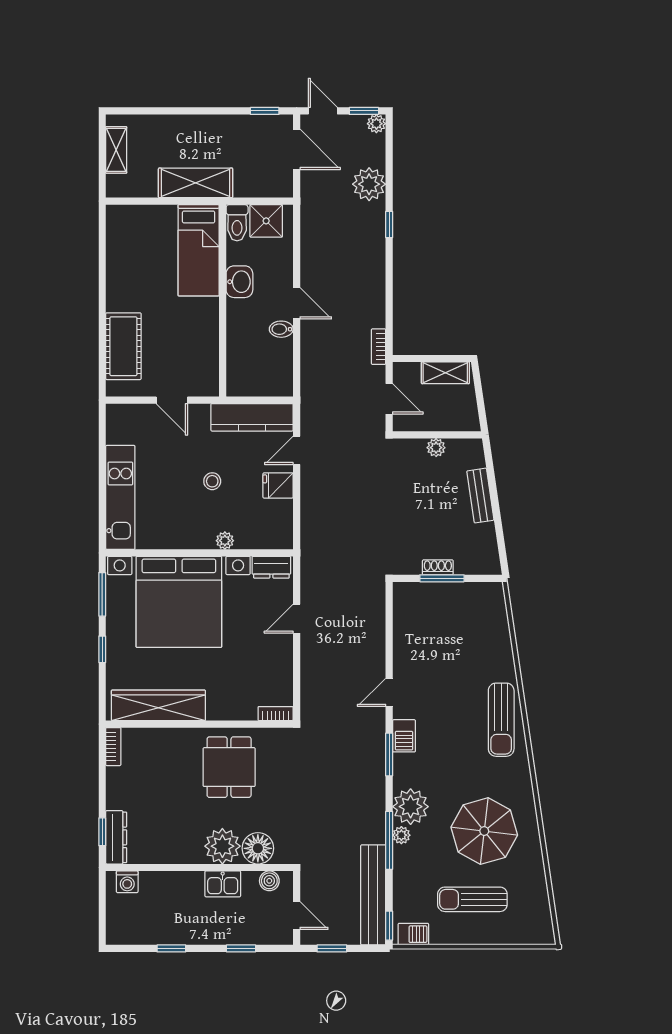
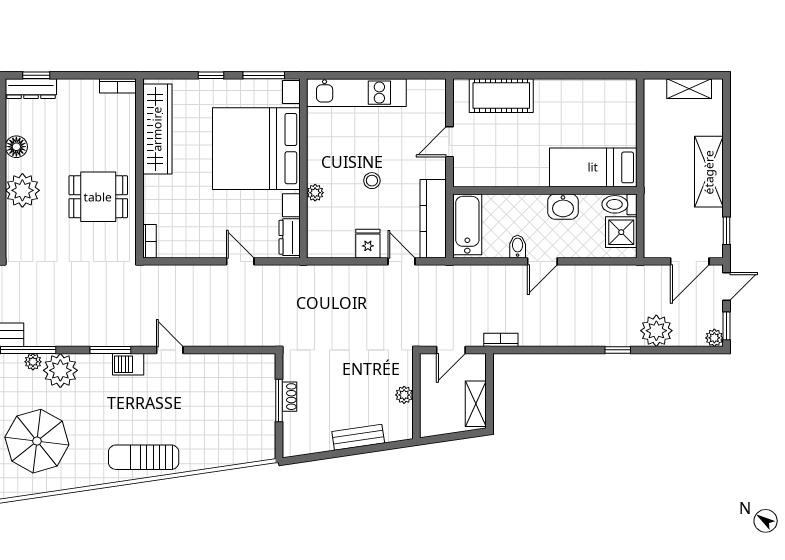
shelving: (196, 183) -> (709, 172), moved
bathtub: (258, 382) -> (467, 224), added
floor lamp: (258, 848) -> (16, 147), moved, width x0.73, depth x0.73

